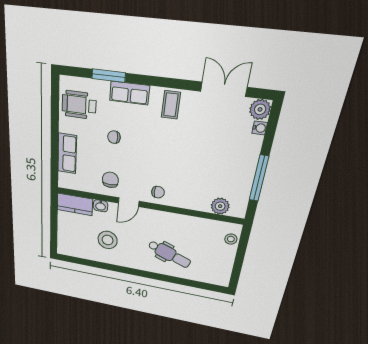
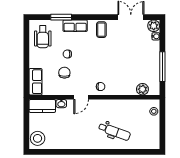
wheelchair: (79, 105) -> (43, 37), turned -90
row of seats: (67, 154) -> (36, 82), moved
chair: (110, 180) -> (64, 73), moved
stool: (108, 240) -> (38, 138), moved

